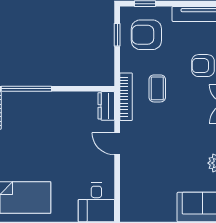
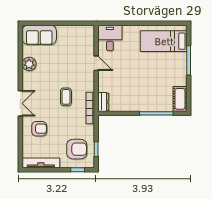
coffee table: (157, 88) -> (66, 97), moved
door: (117, 144) -> (96, 63), moved

